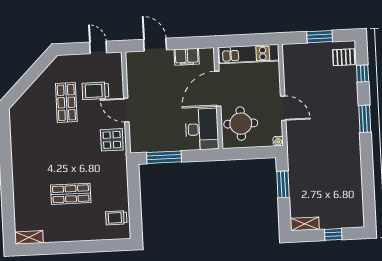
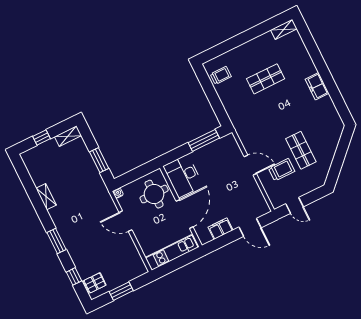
display table: (112, 140) -> (251, 136), removed
freezer: (20, 162) -> (317, 86), added
shelving: (355, 170) -> (46, 197), added

